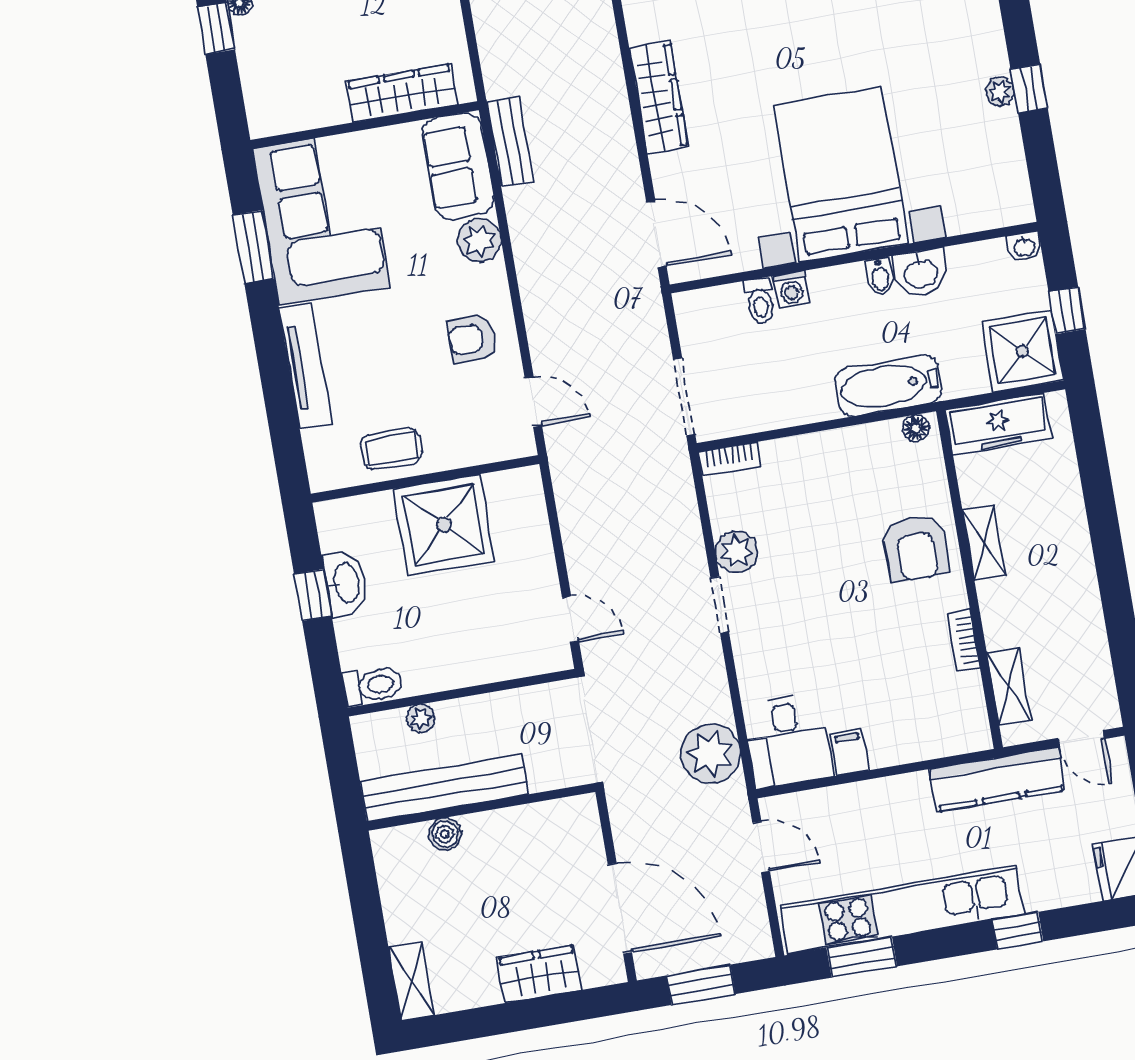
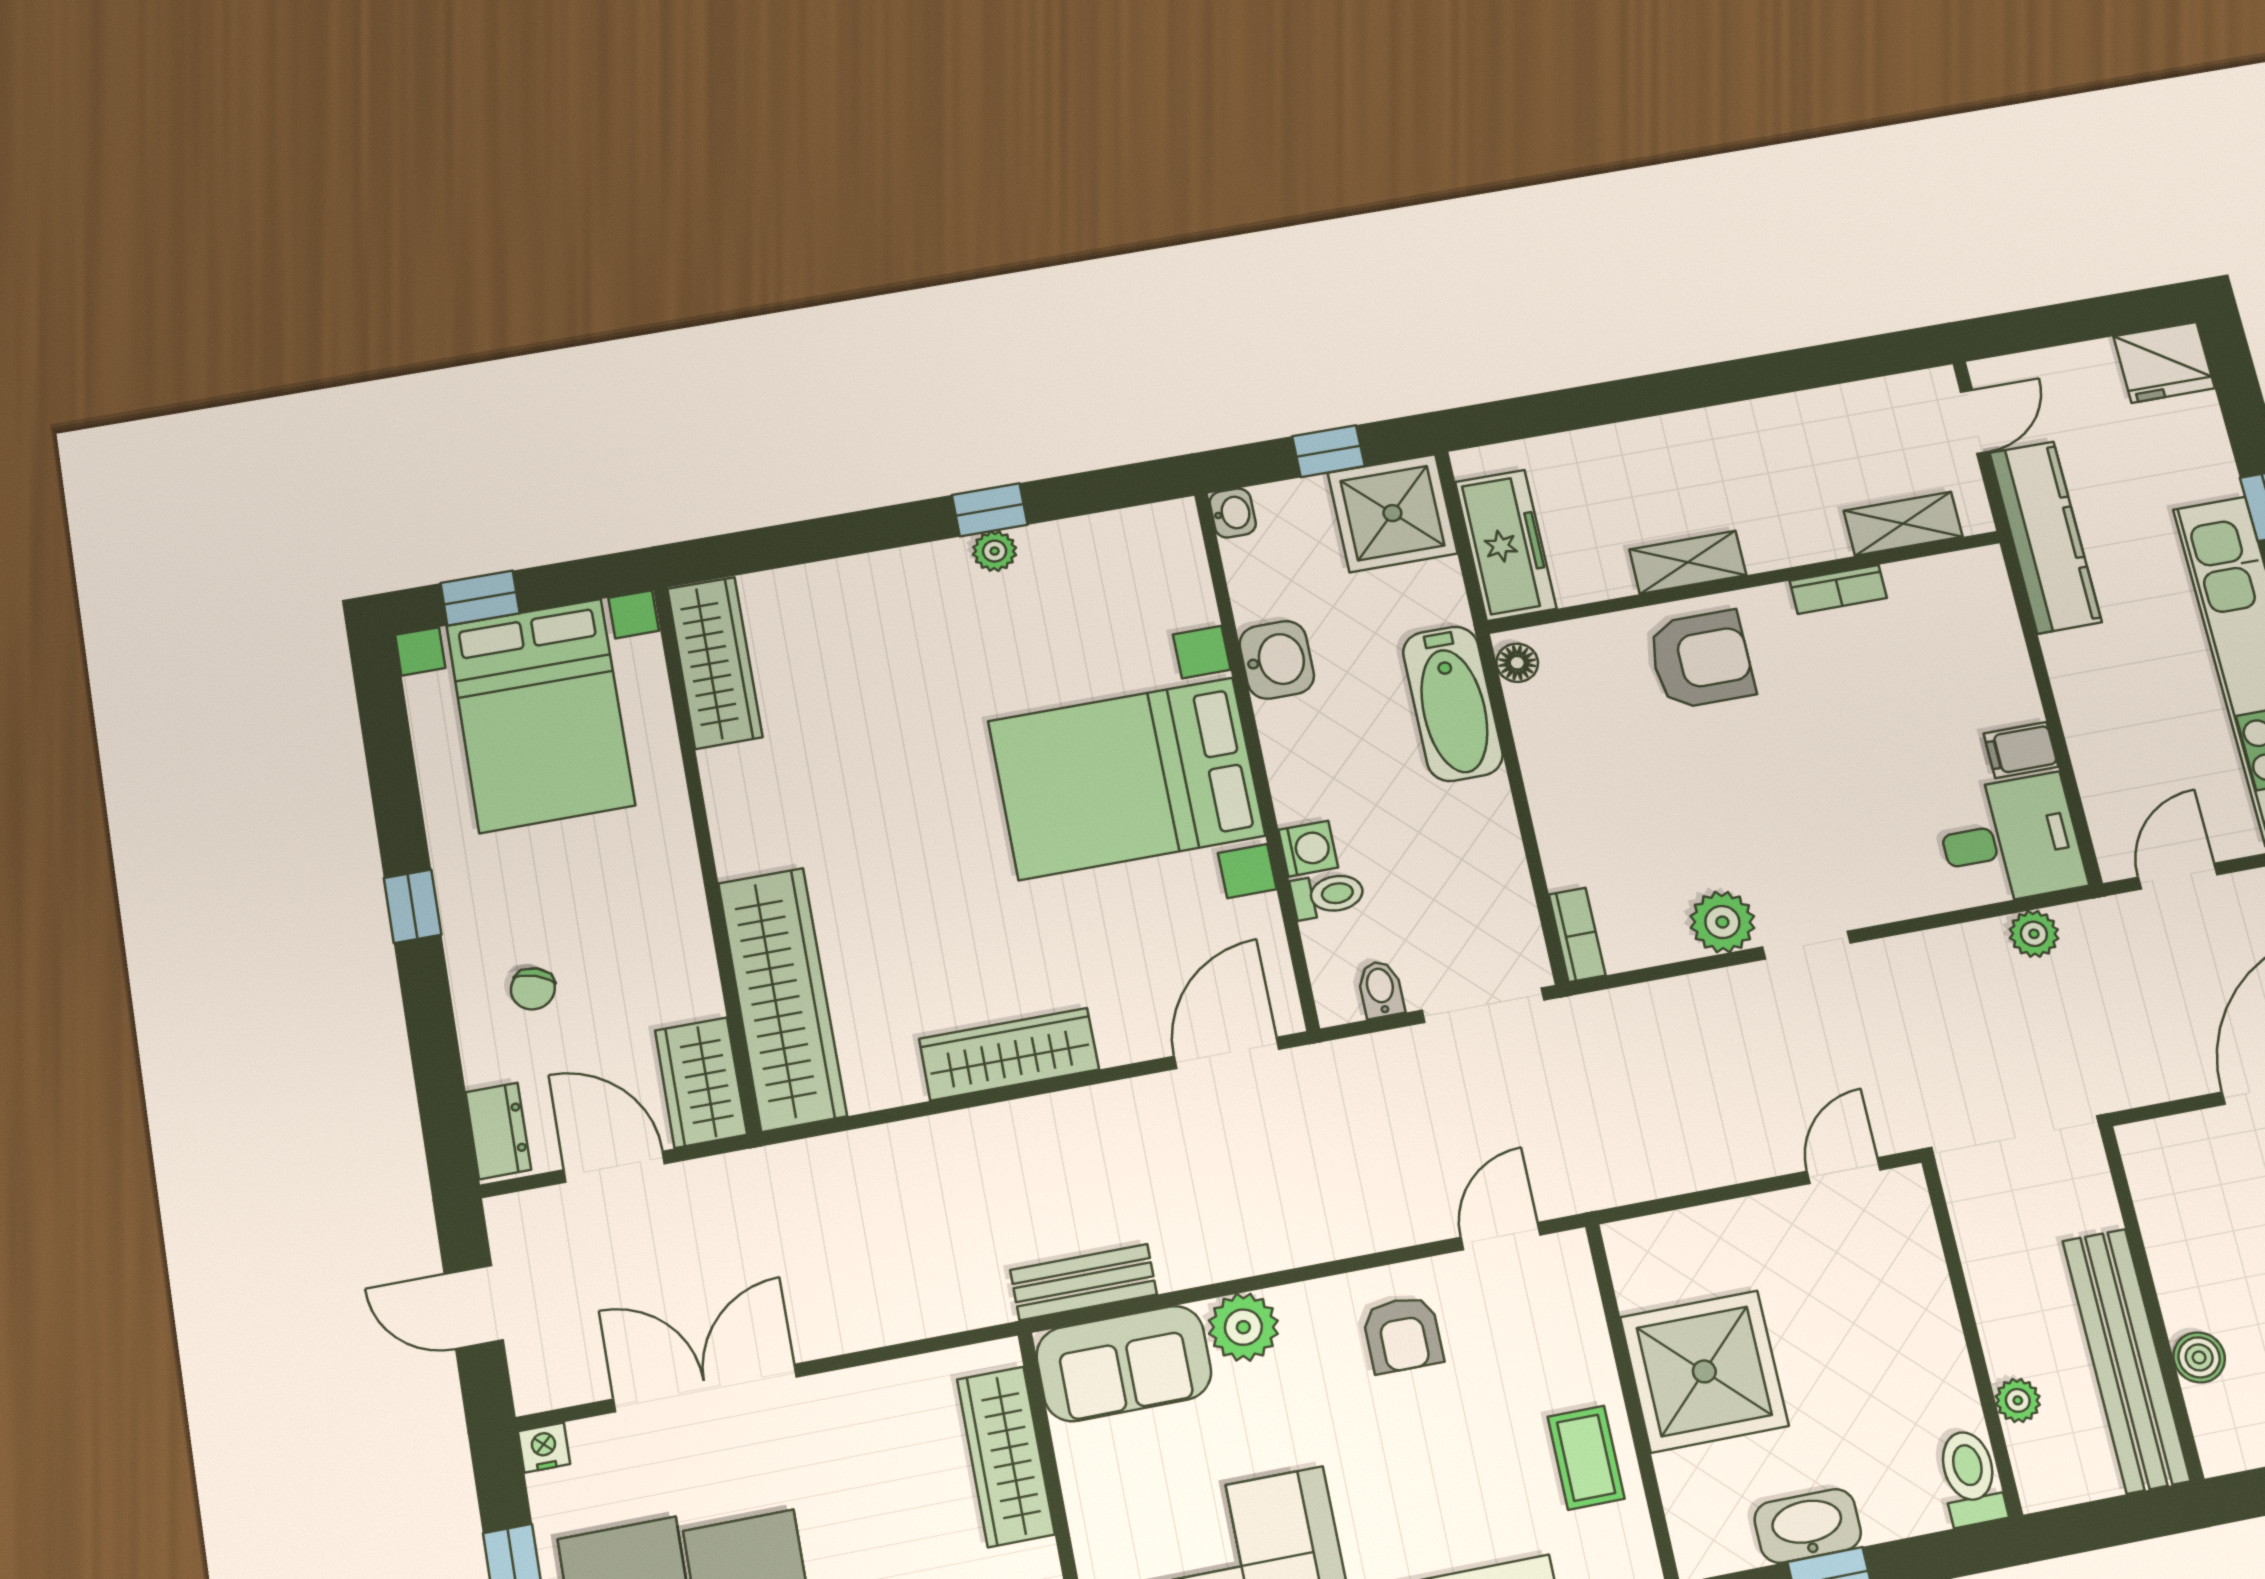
bidet: (880, 276) -> (1381, 989), moved, turned -90
plant: (710, 754) -> (2034, 934), width x0.53, depth x0.53

